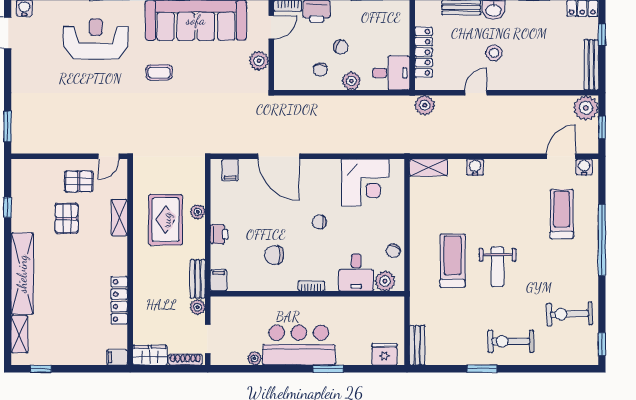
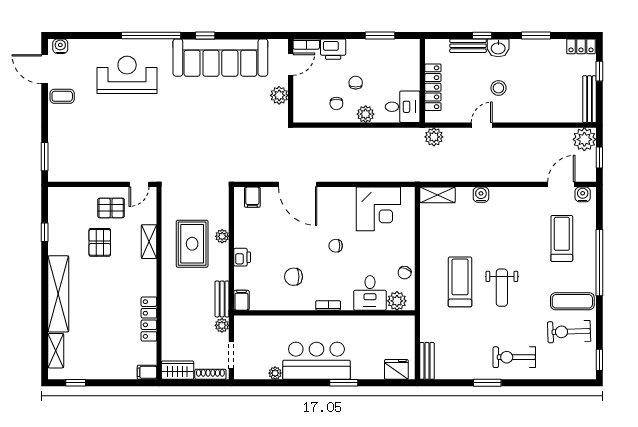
chair: (341, 47) -> (356, 83), turned -109
coffee table: (159, 72) -> (62, 96), moved
exercise mat: (573, 281) -> (572, 301), added

